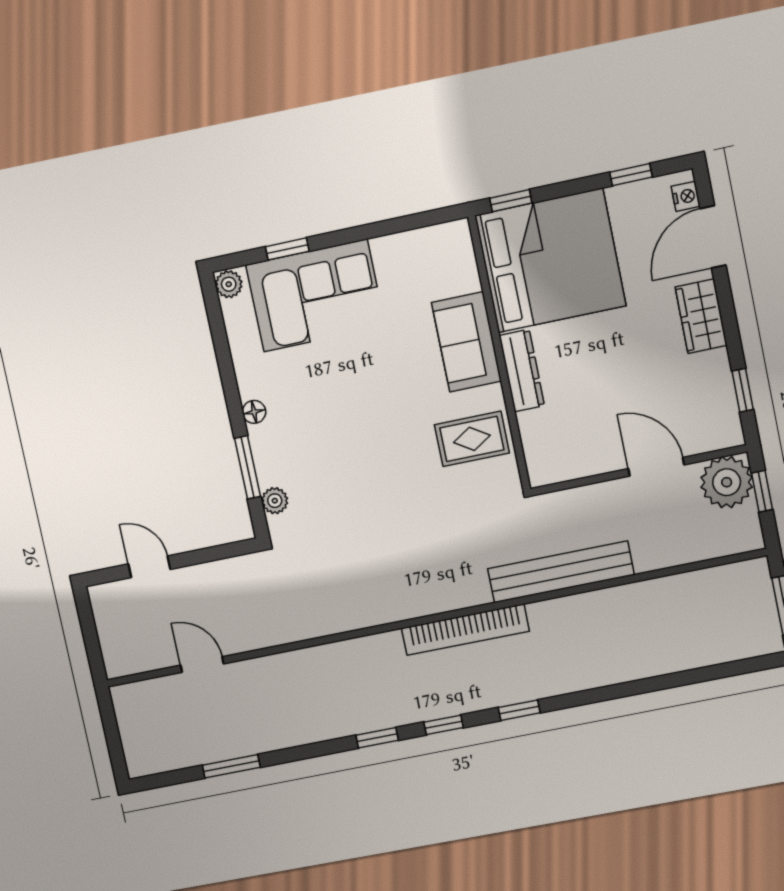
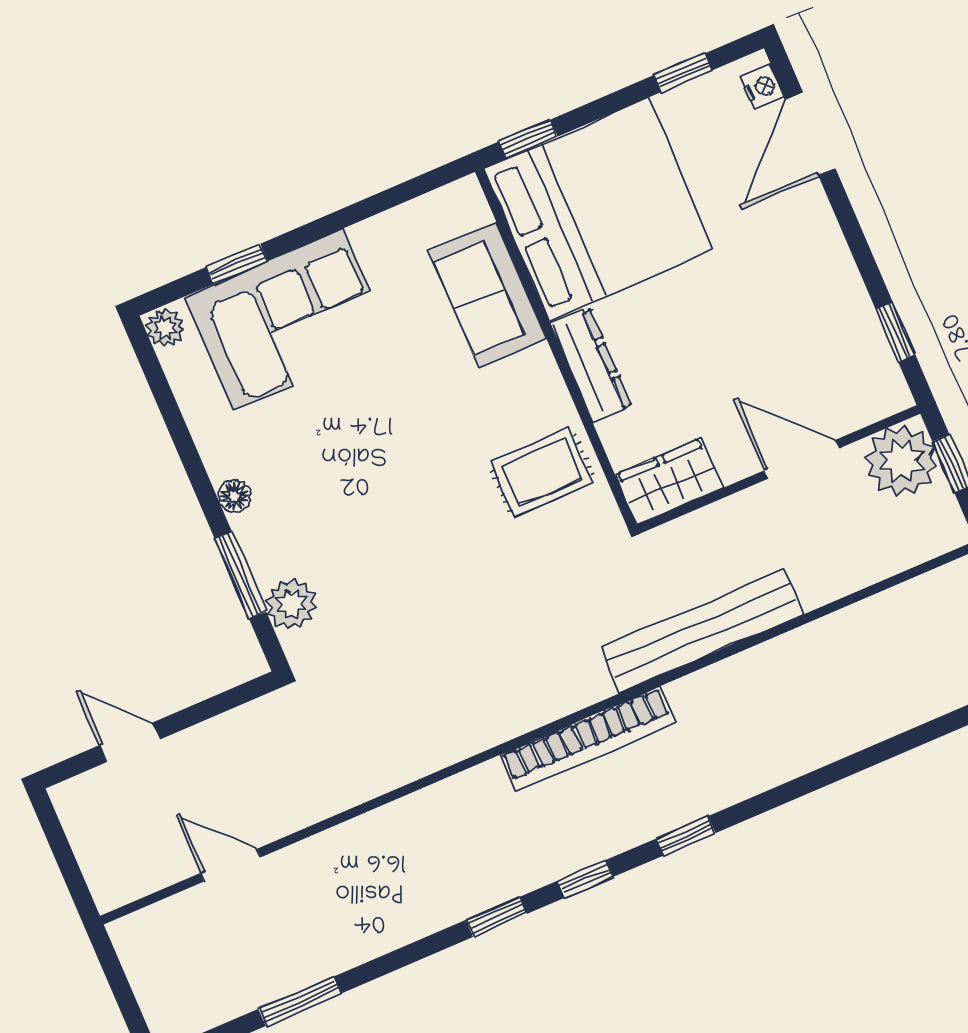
wardrobe: (701, 316) -> (669, 482), moved, turned 90
sofa: (467, 342) -> (488, 295), moved
plant: (275, 501) -> (291, 604), width x1.38, depth x1.38

